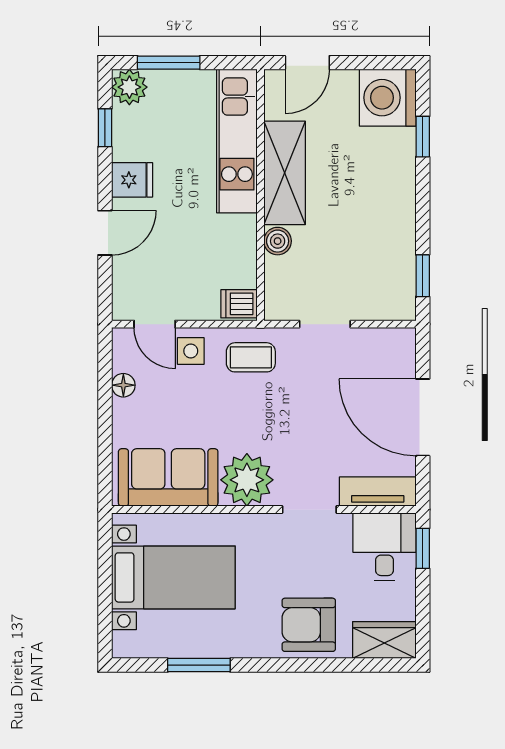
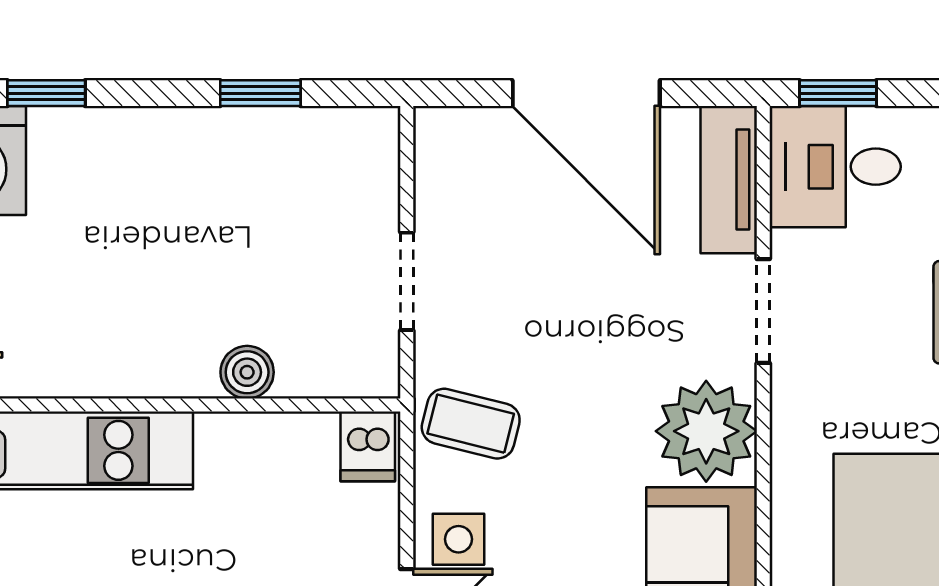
shelving: (285, 173) -> (116, 359), removed
window: (423, 276) -> (260, 93), moved
coffee table: (251, 357) -> (471, 424), turned -76
door: (423, 417) -> (586, 93), hinge flipped

